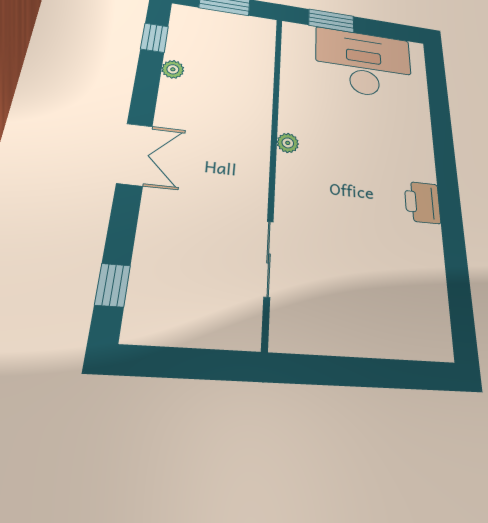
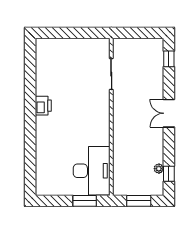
desk: (364, 63) -> (92, 171), moved, turned -90
plant: (173, 69) -> (159, 169), moved
plant: (288, 143) -> (105, 127), removed

